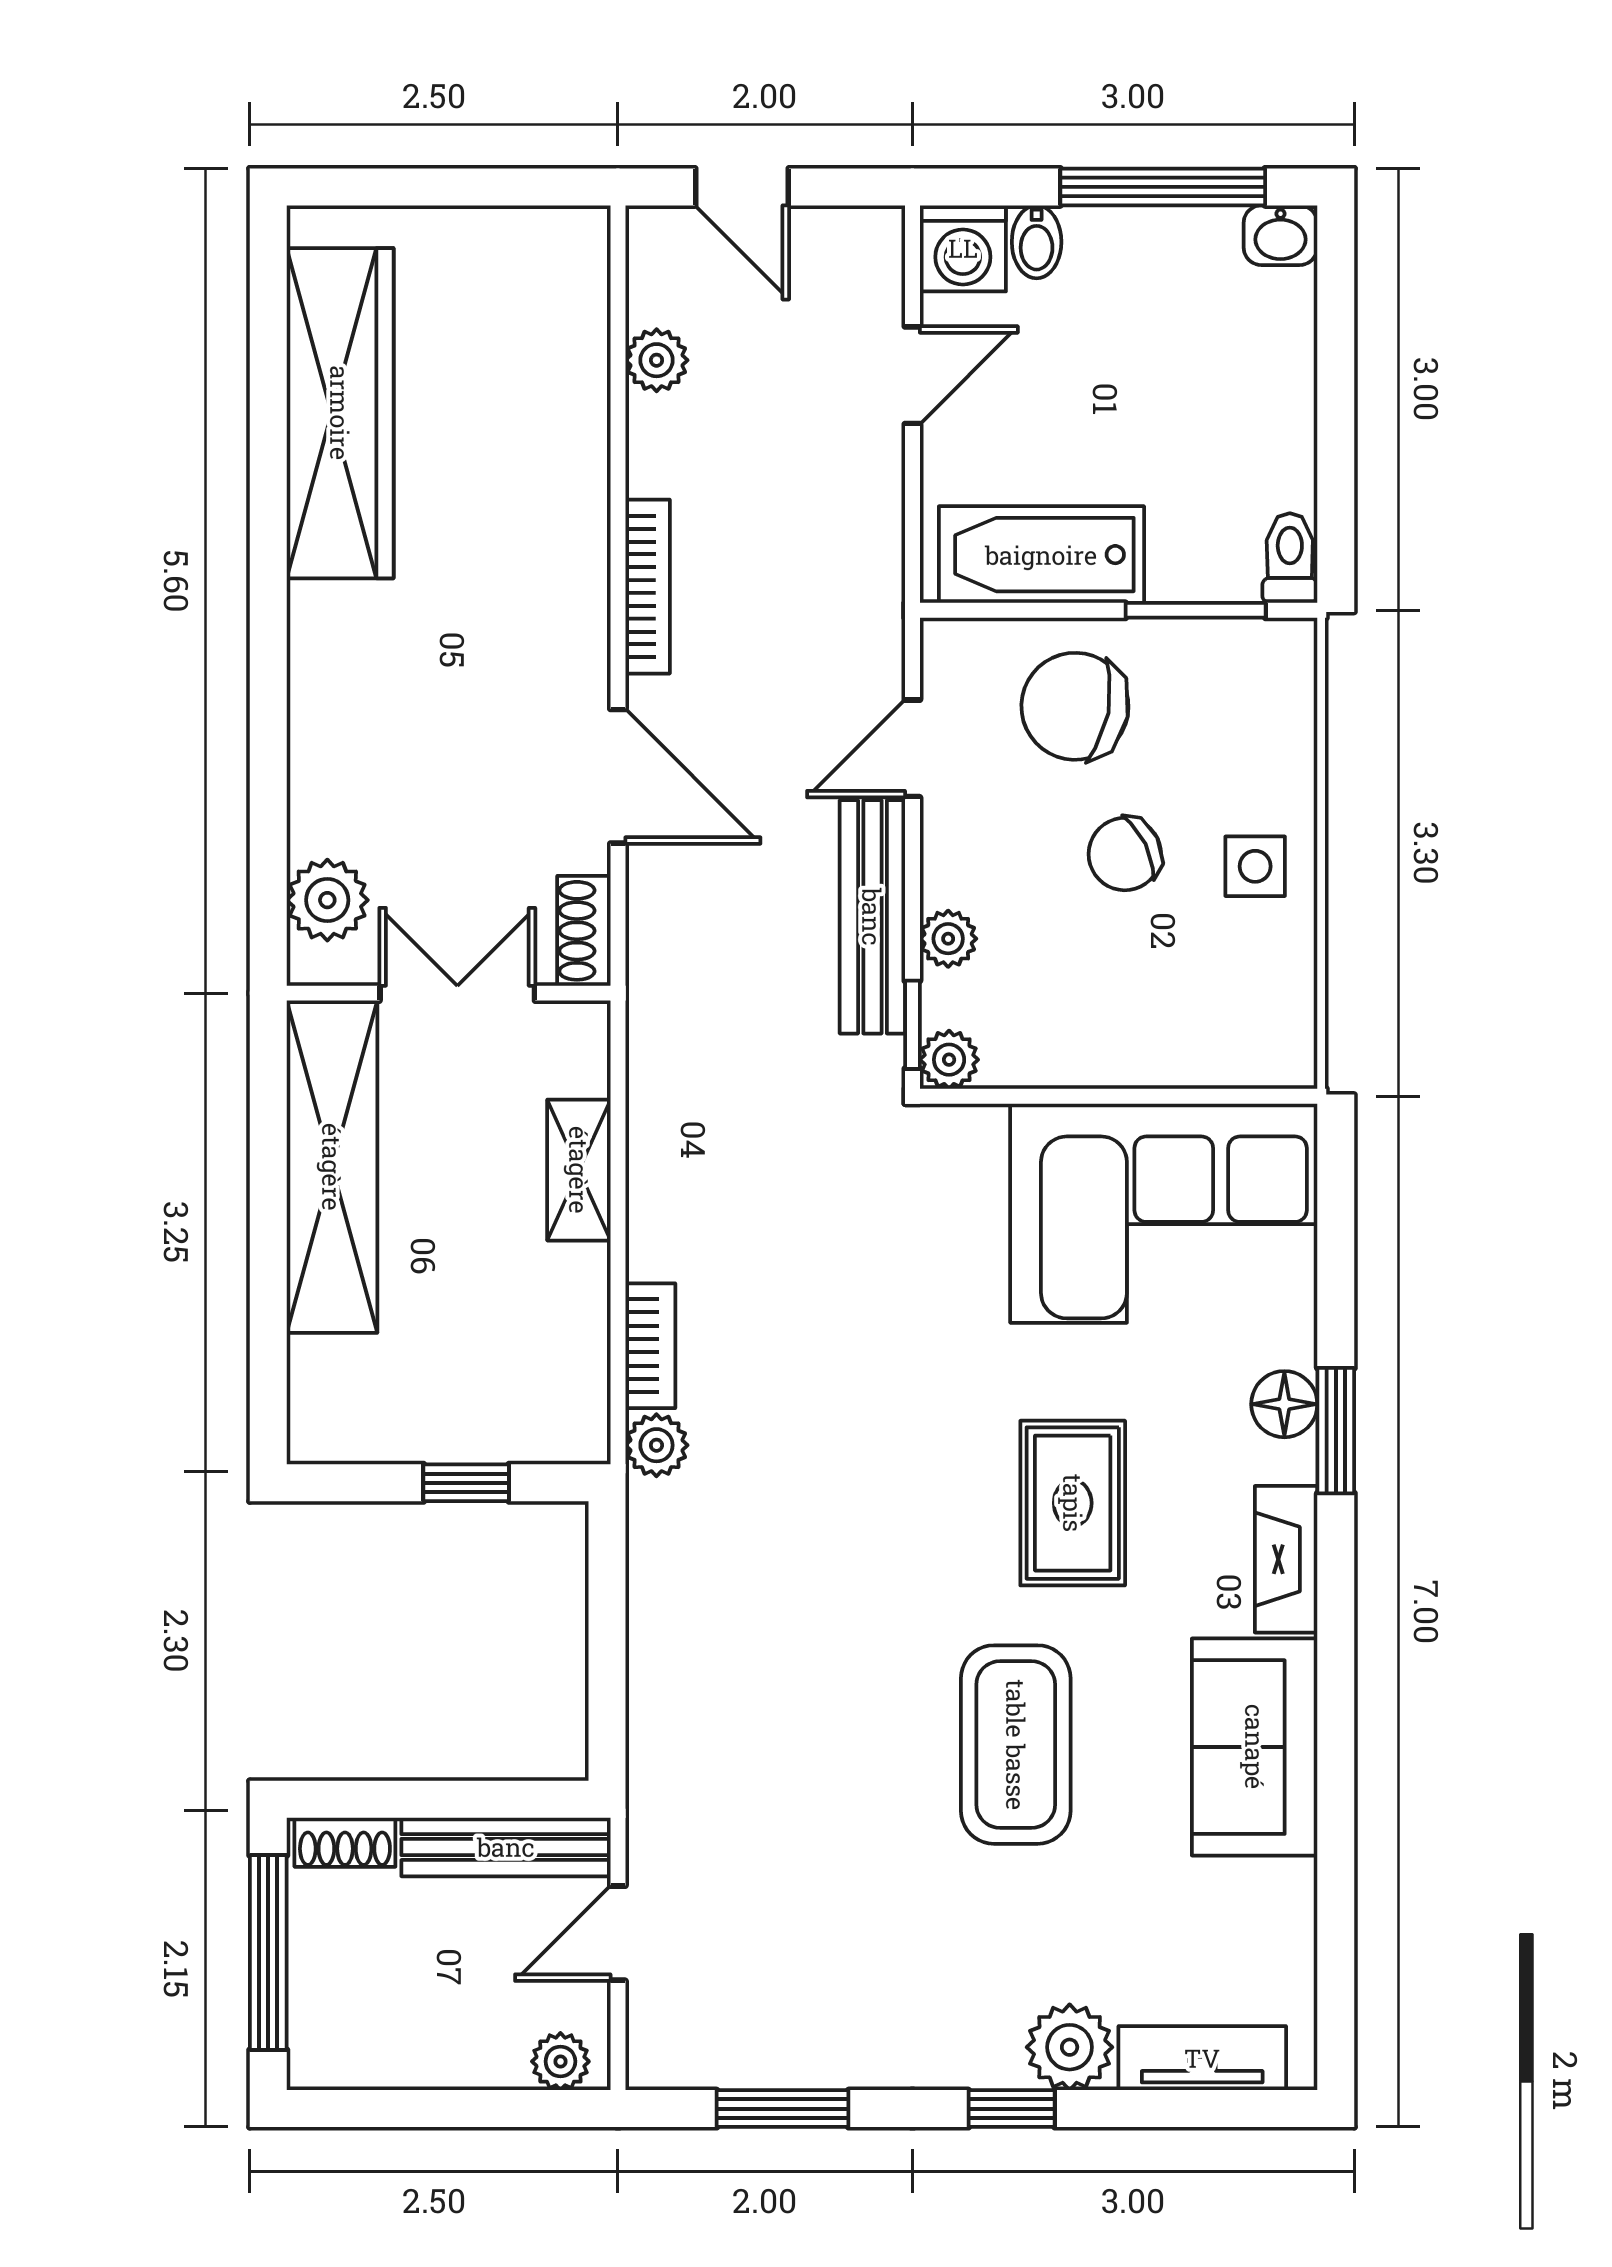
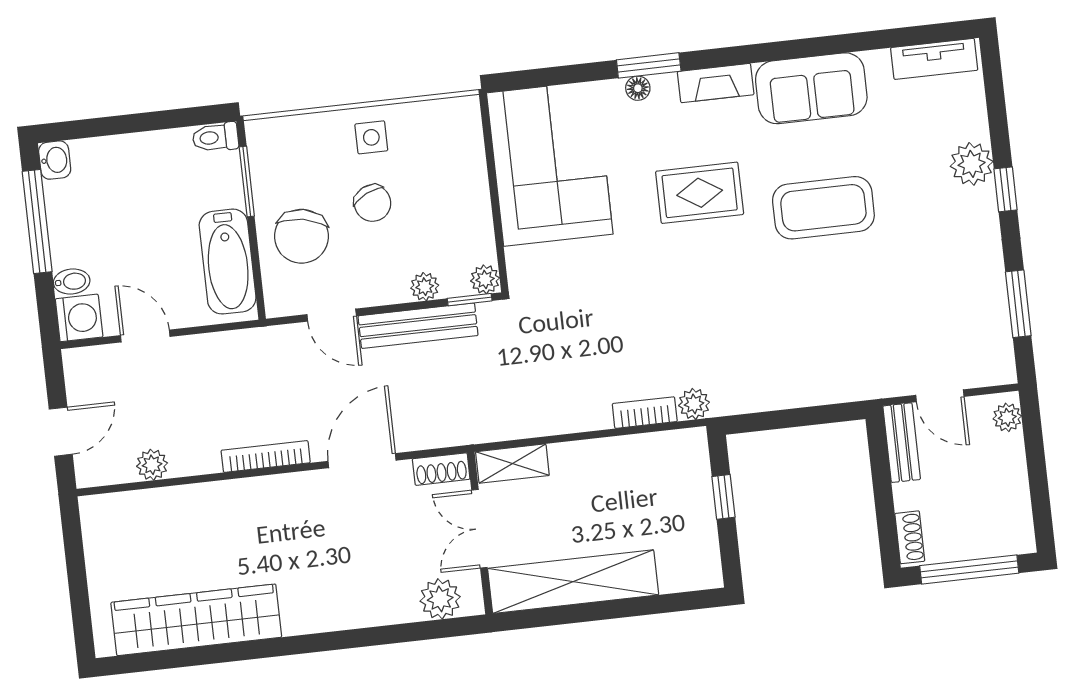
shelving: (579, 1170) -> (512, 464), moved
floor lamp: (1284, 1404) -> (638, 88), width x0.73, depth x0.73
bench: (506, 1847) -> (902, 443), width x0.73
tv unit: (1202, 2058) -> (934, 59), moved, turned -90

